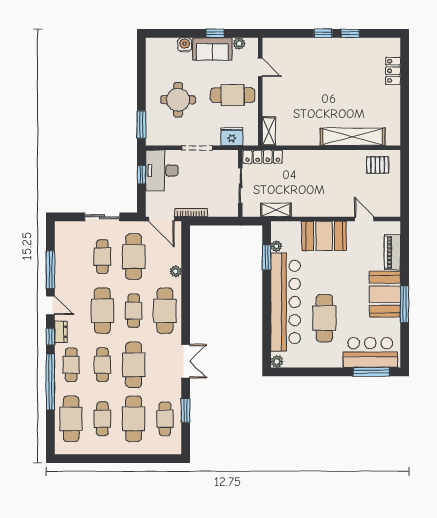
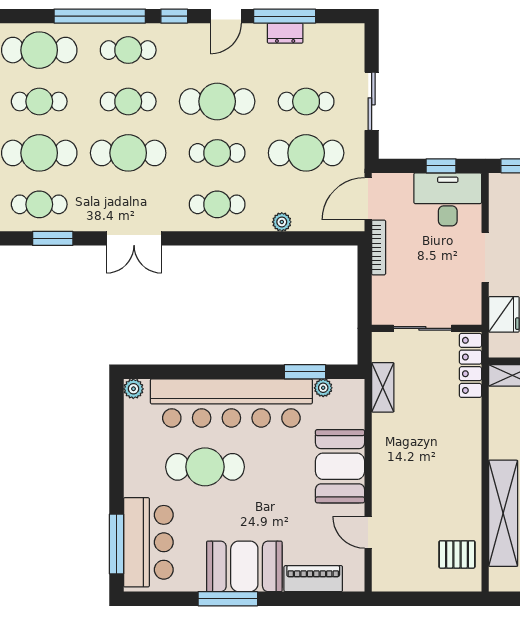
pallet: (378, 165) -> (457, 554), turned 90
door: (364, 219) -> (368, 532), swing flipped
cafe table: (165, 311) -> (217, 204), width x0.73, depth x0.74
dresser: (61, 332) -> (285, 33), moved

